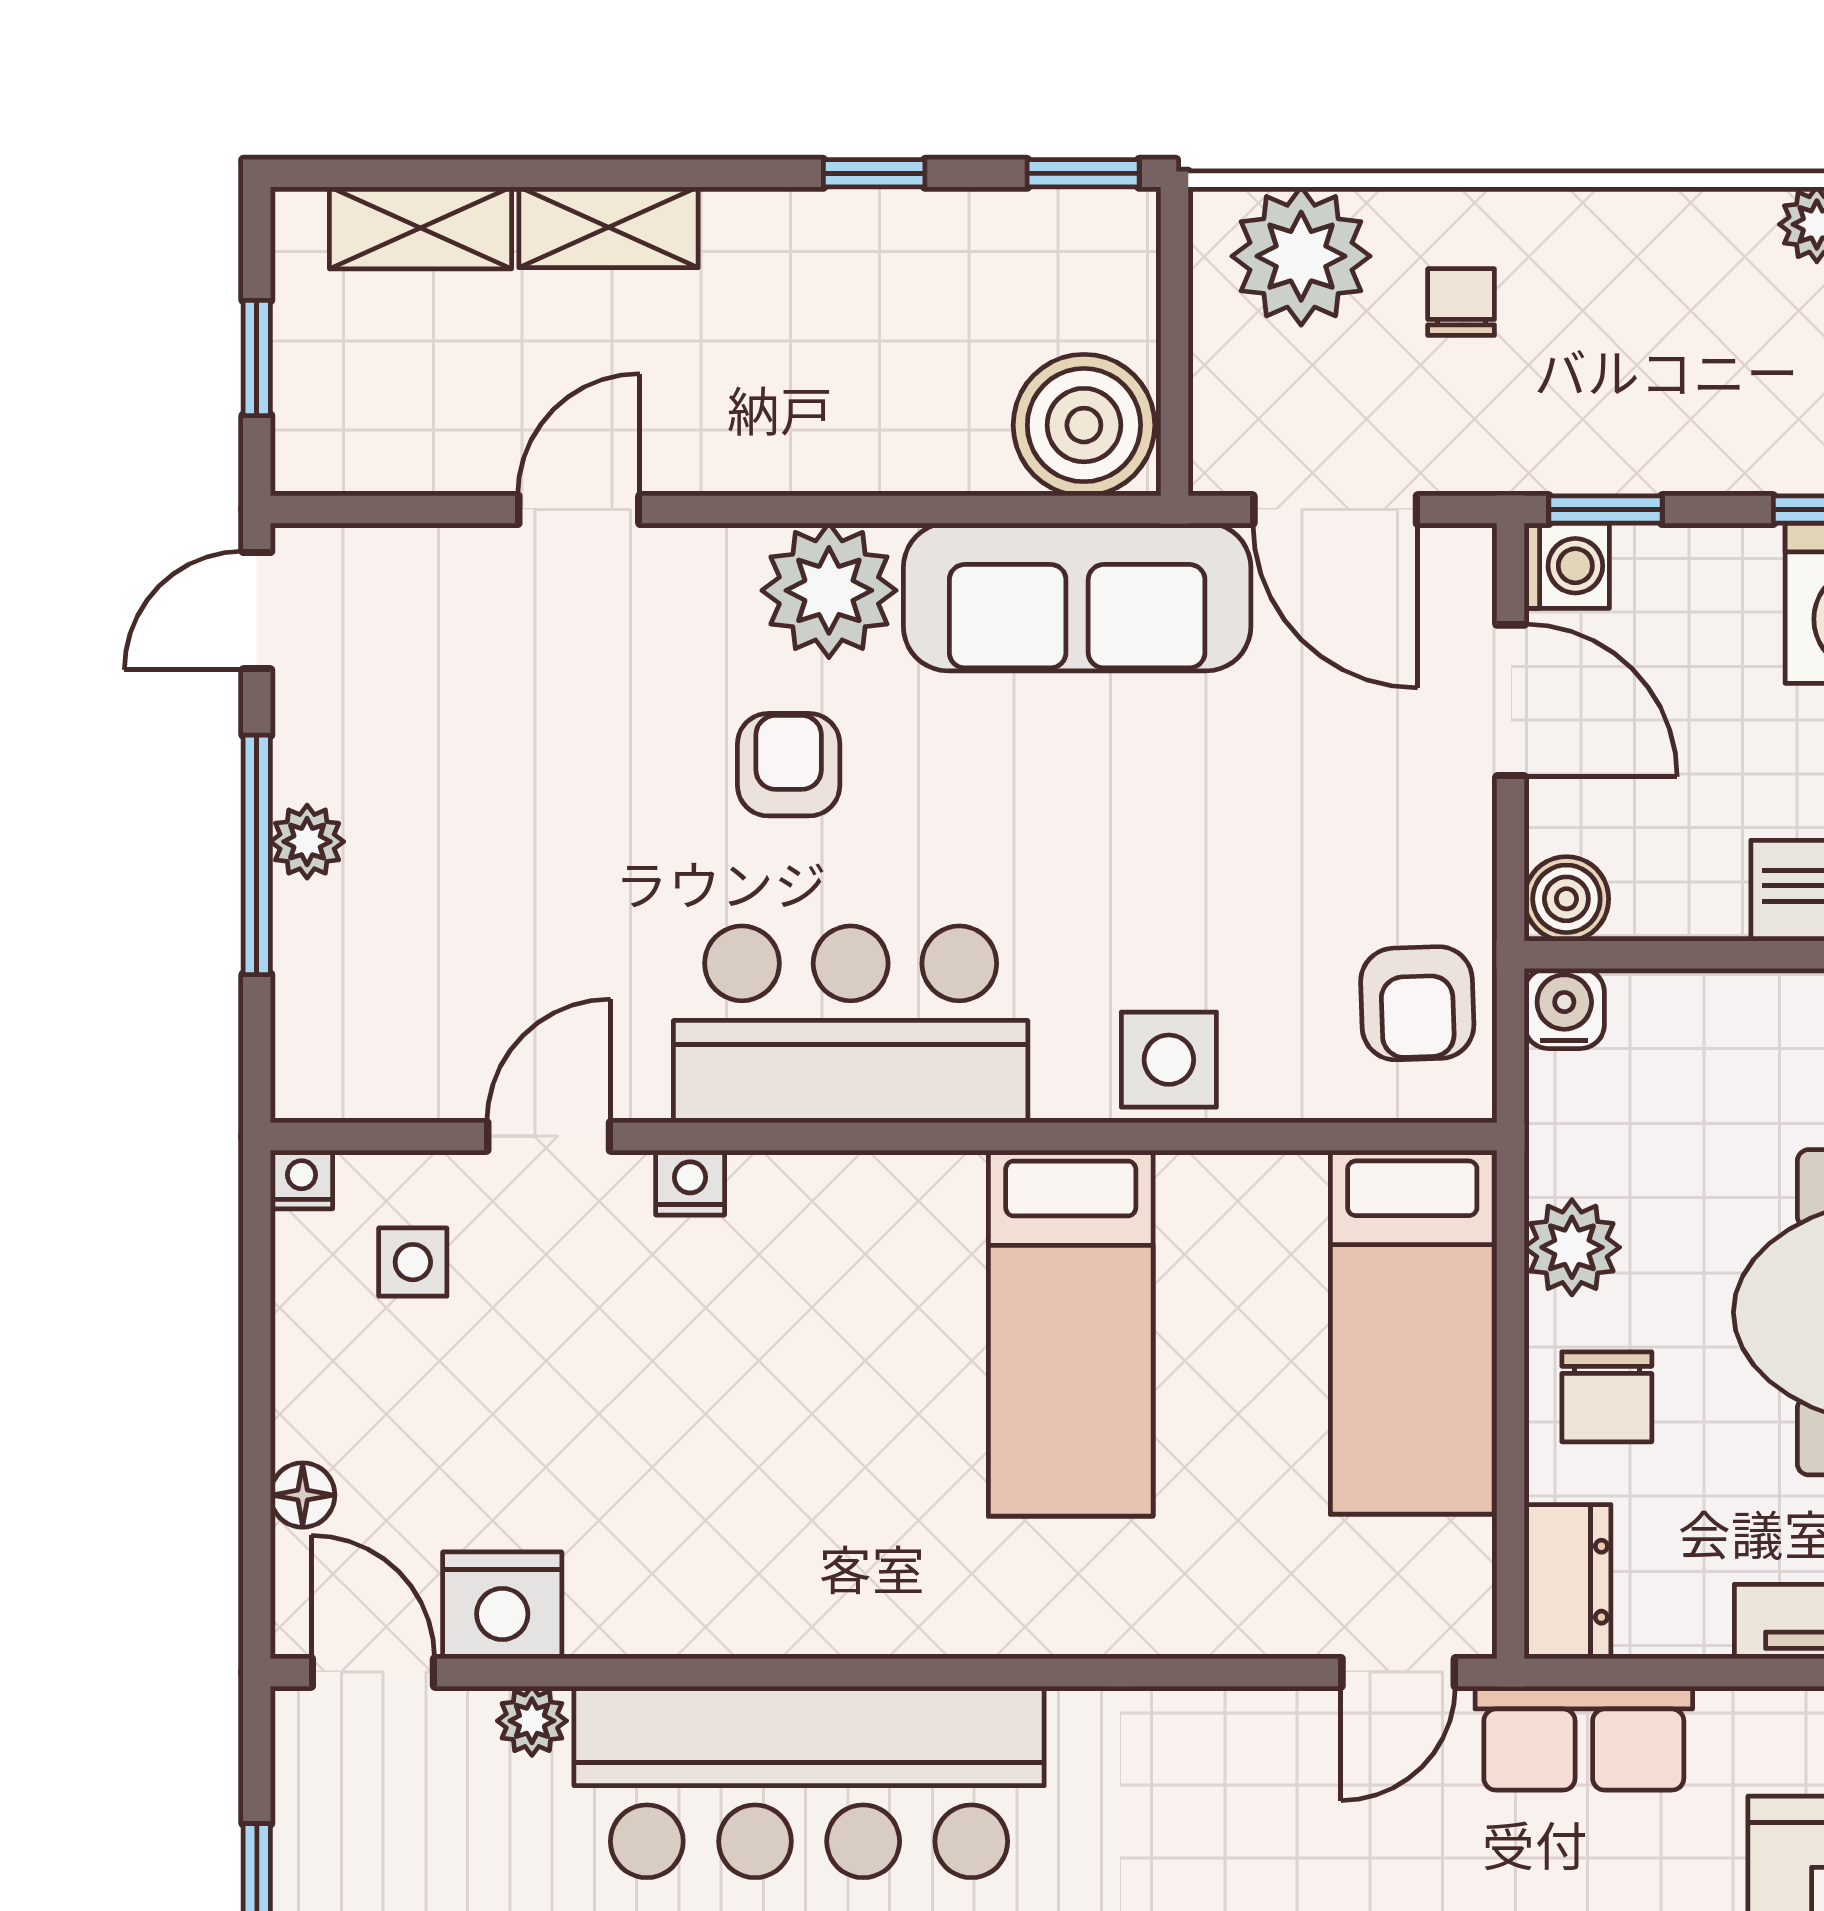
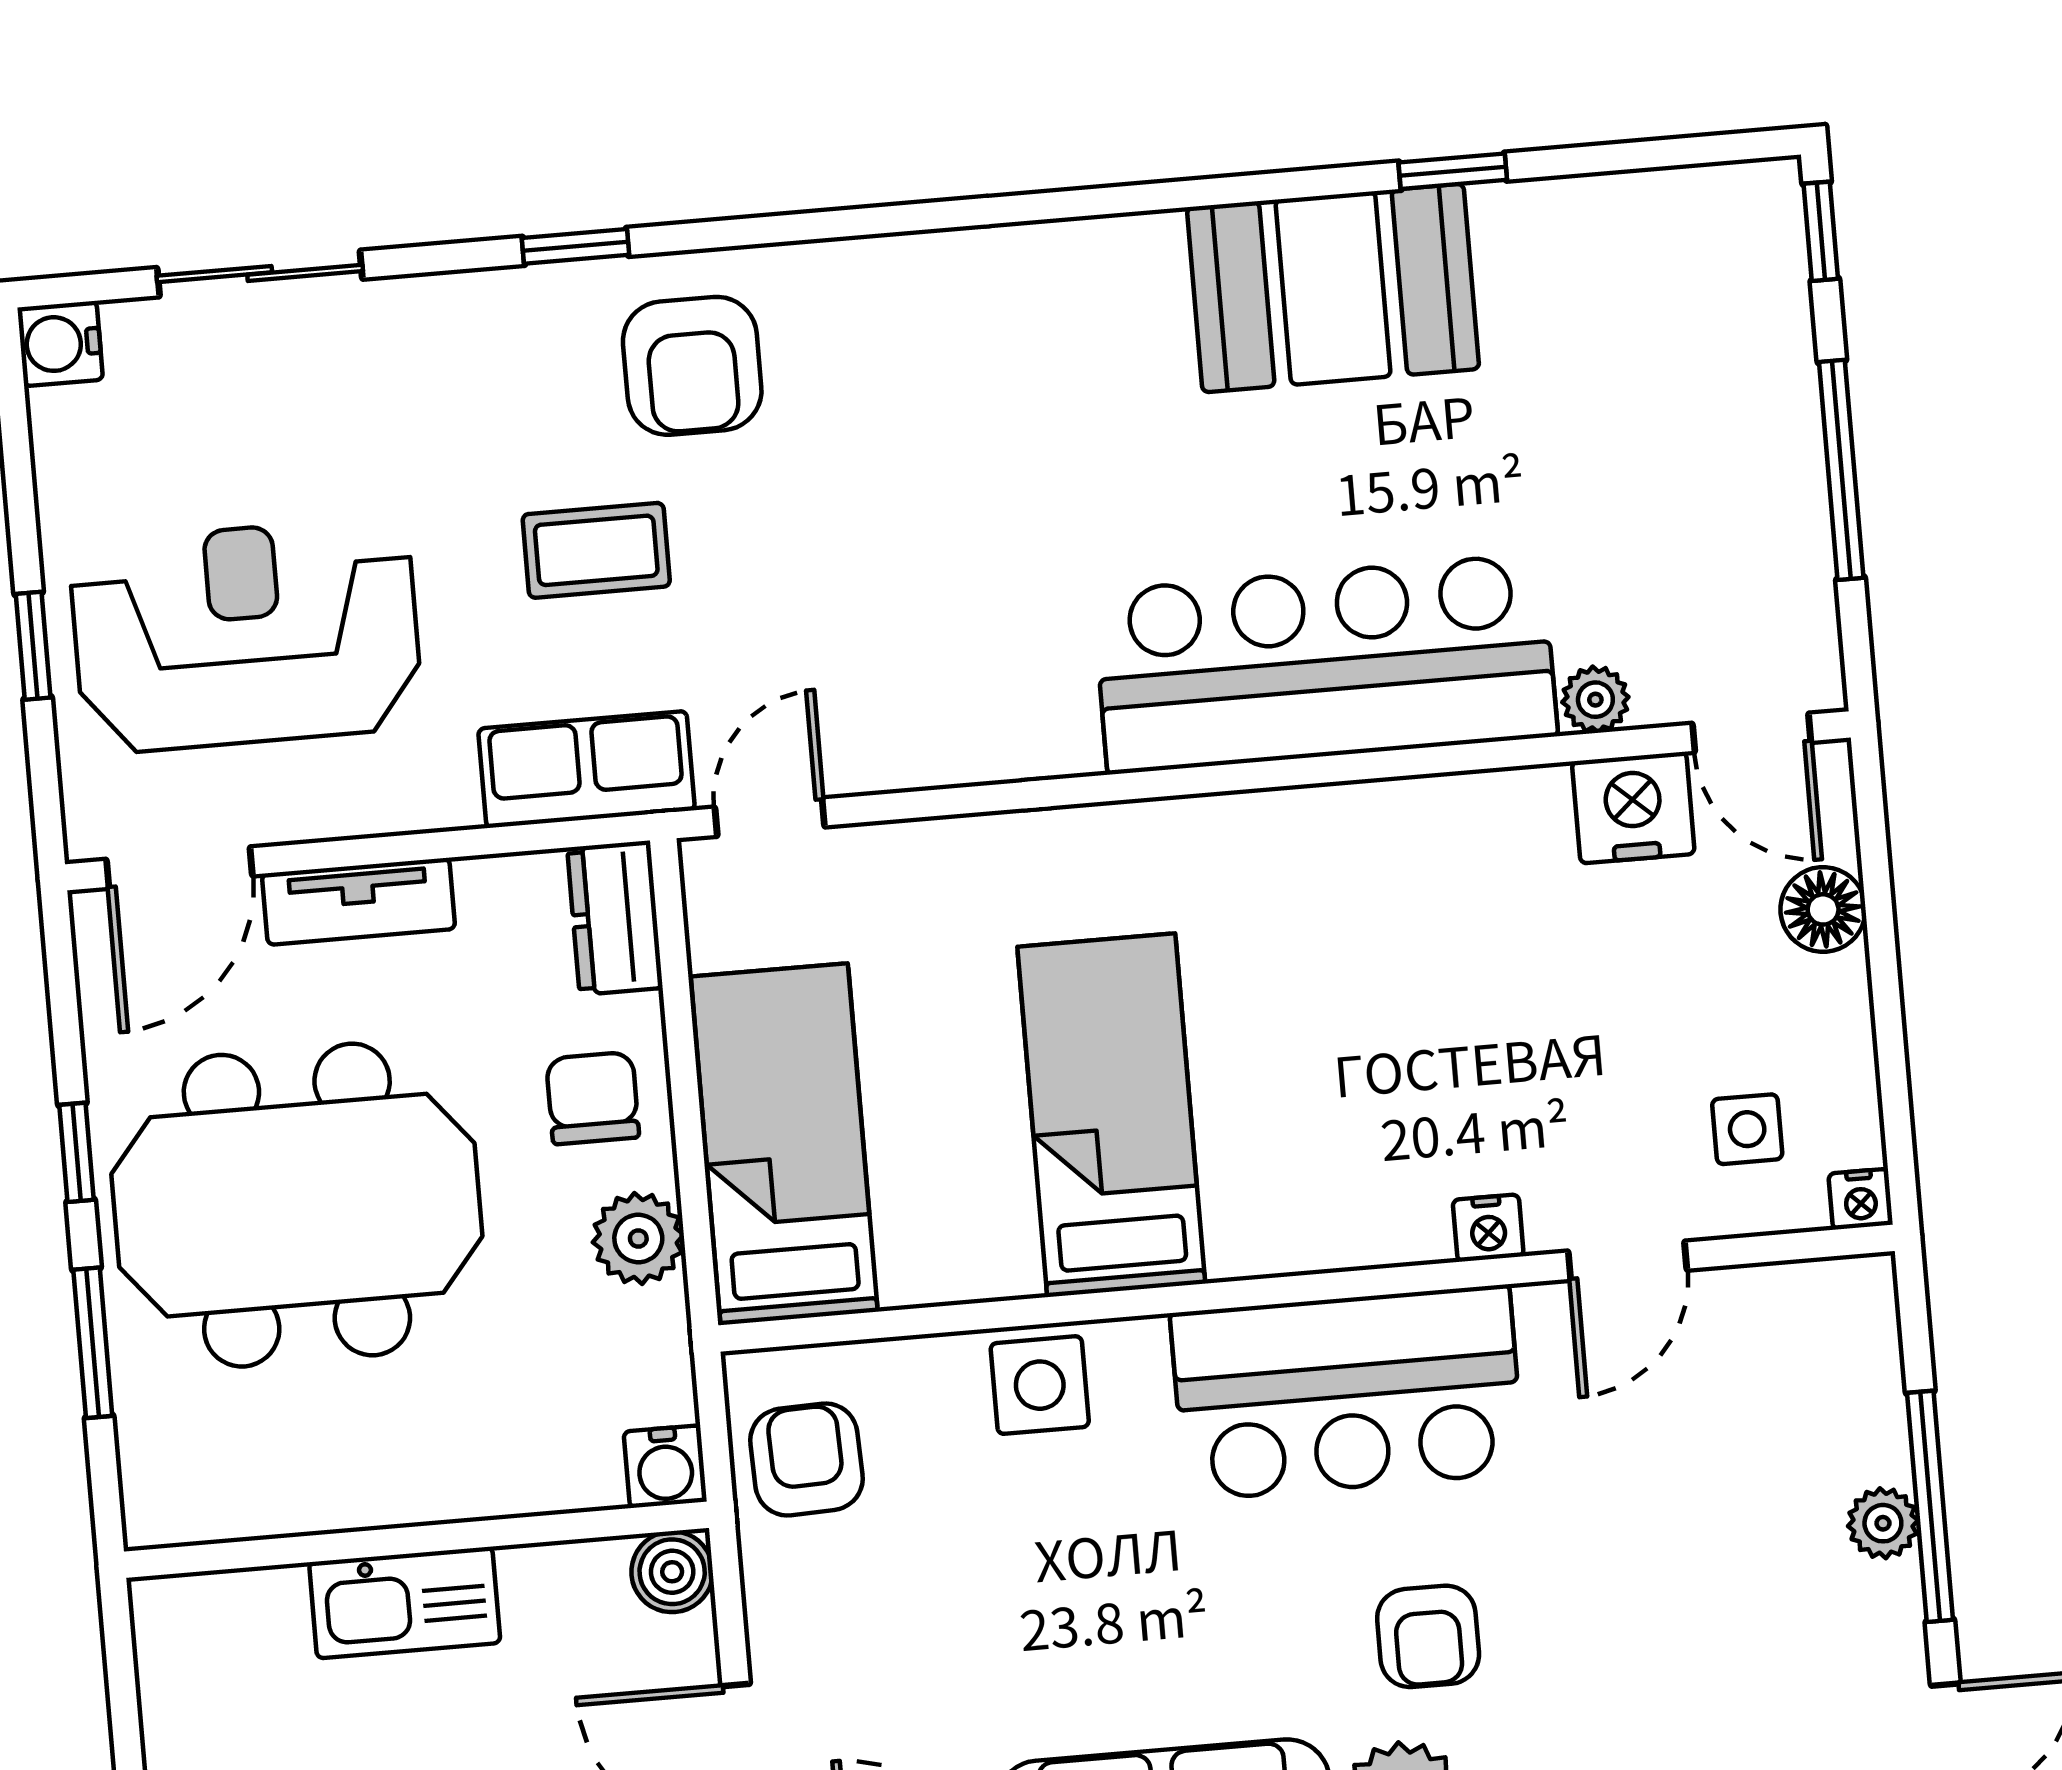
floor lamp: (303, 1495) -> (1823, 909), width x1.37, depth x1.37

